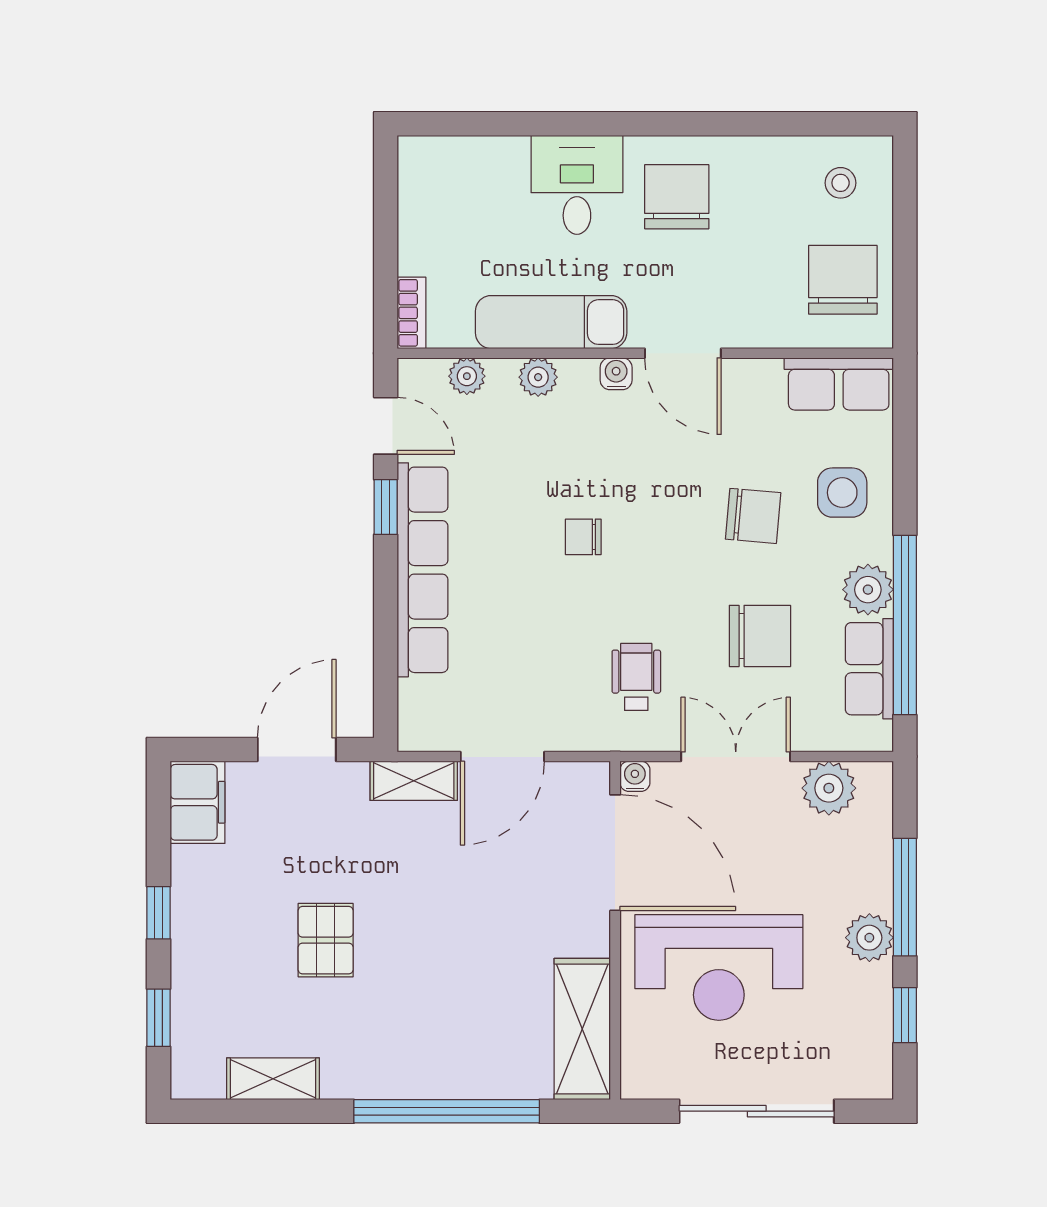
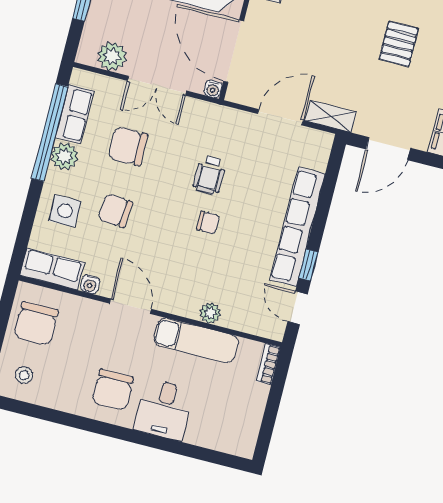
water cooler: (616, 374) -> (90, 284), moved
plant: (467, 376) -> (248, 323), removed
wheelchair: (636, 677) -> (209, 175), moved

